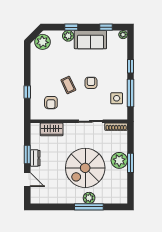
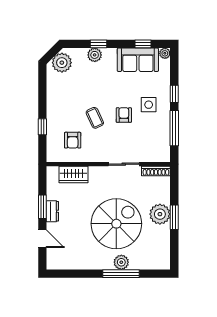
sofa: (90, 40) -> (138, 60), moved
side table: (117, 98) -> (149, 105), moved
spiral stairs: (85, 168) -> (116, 224), turned 180

